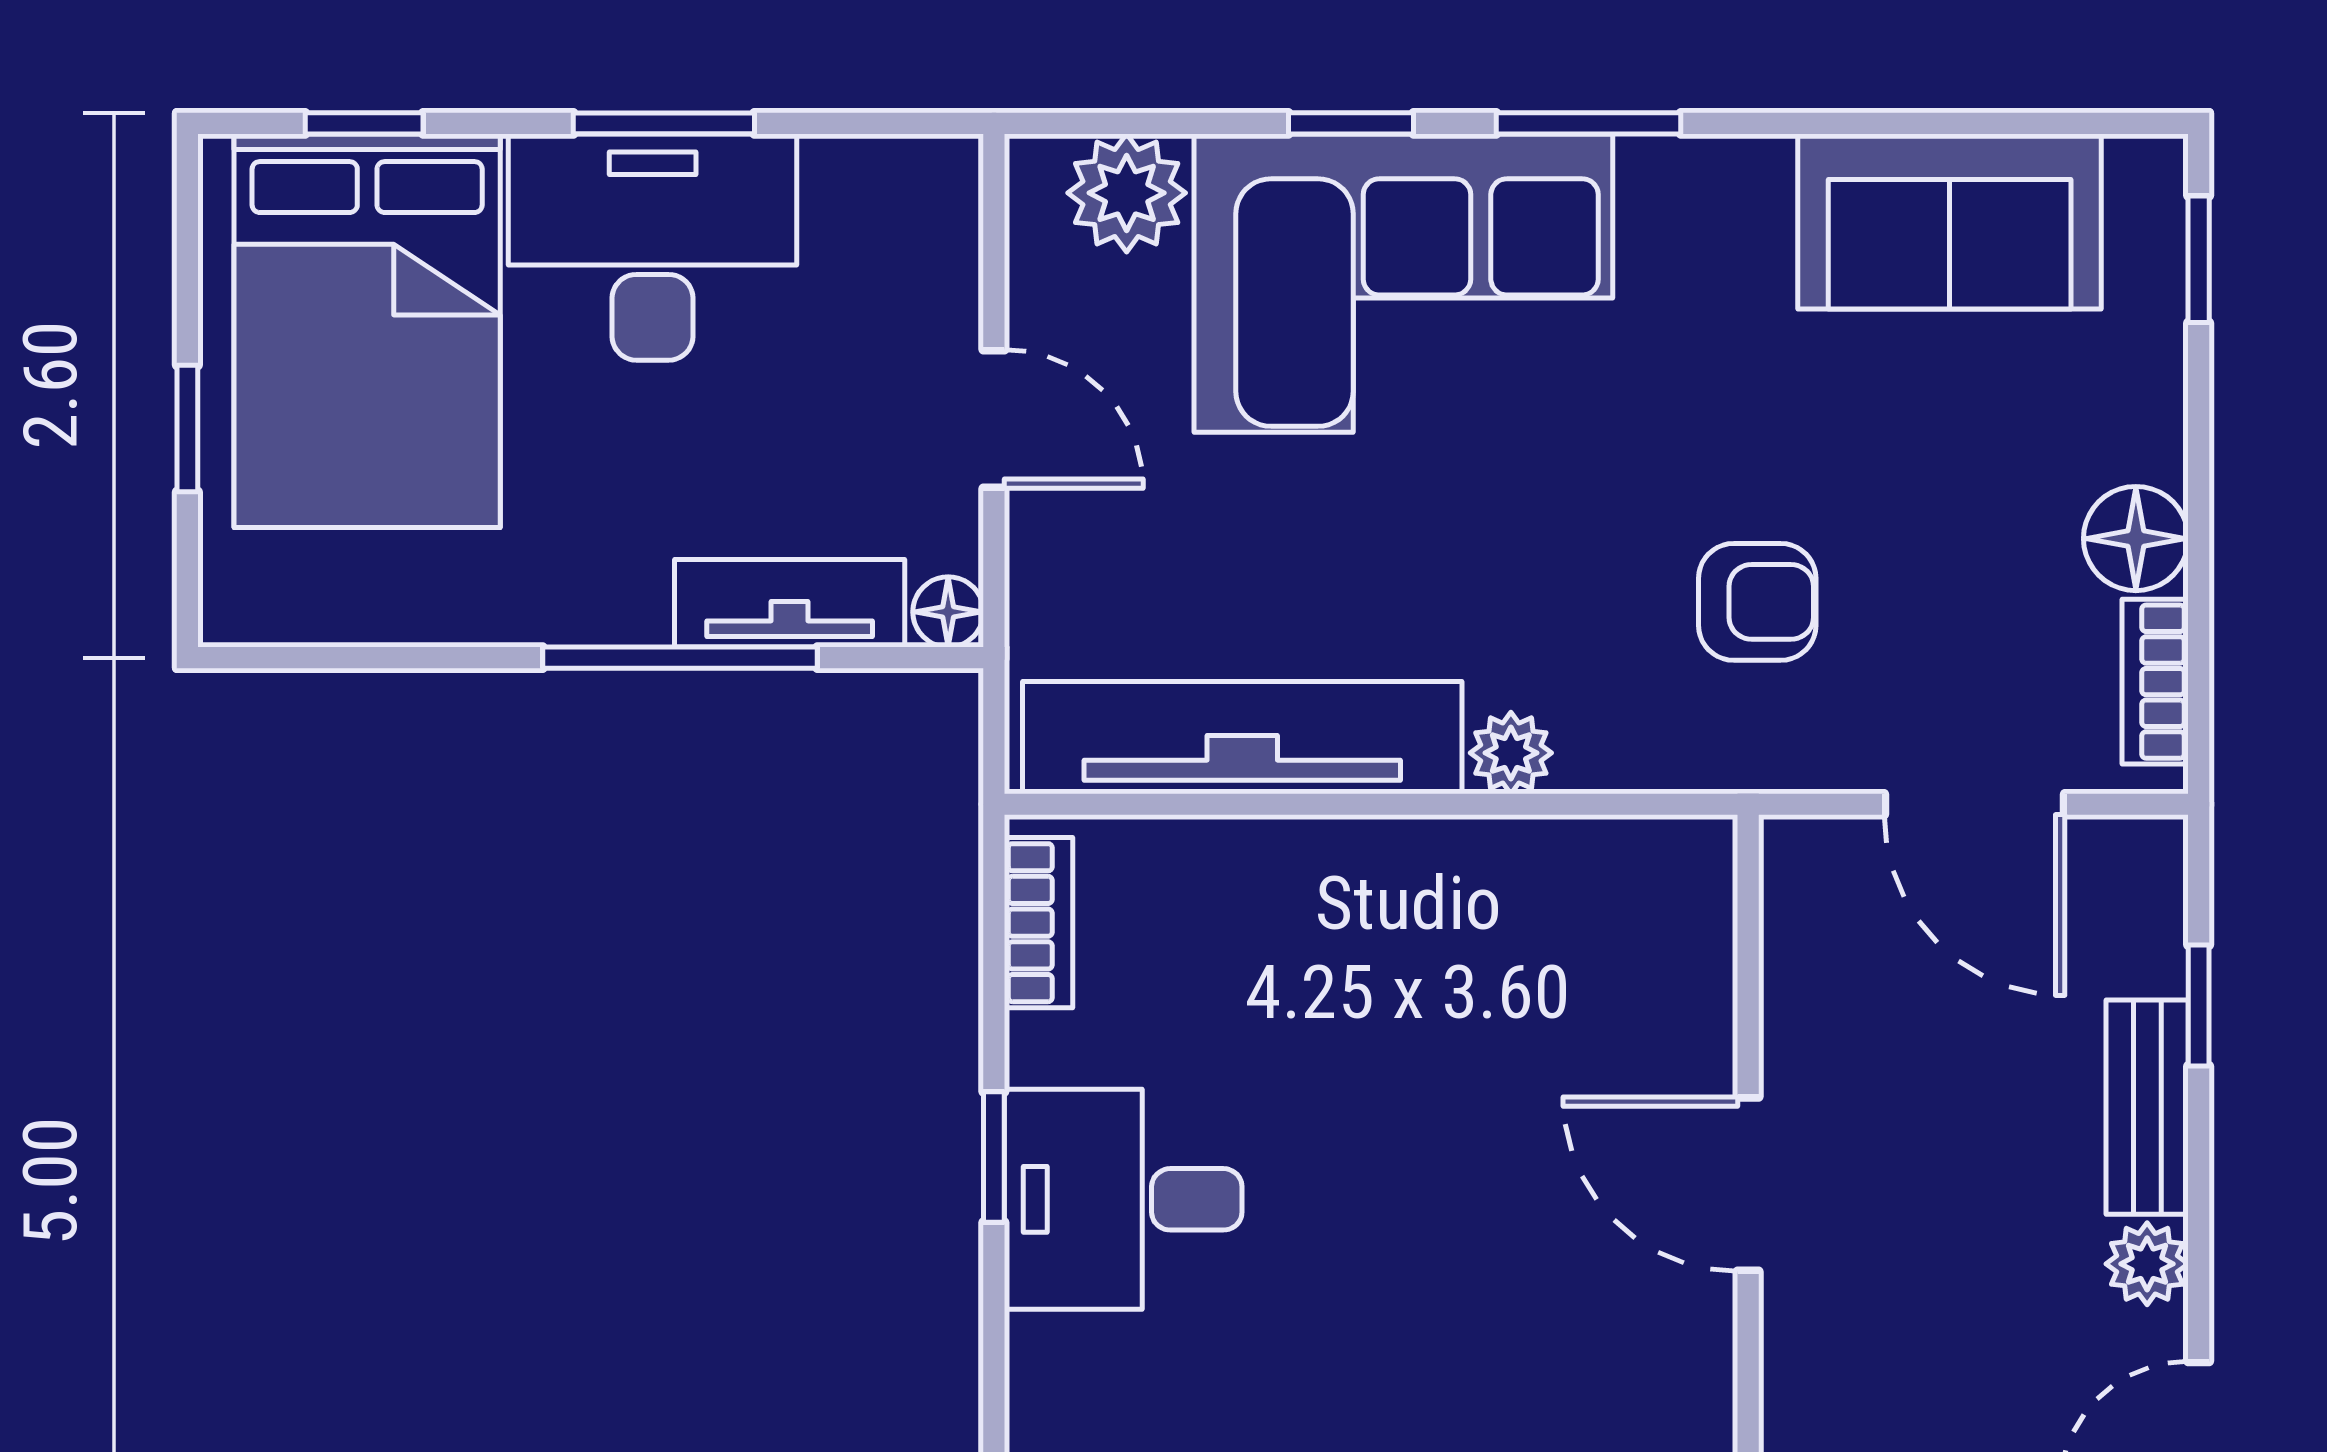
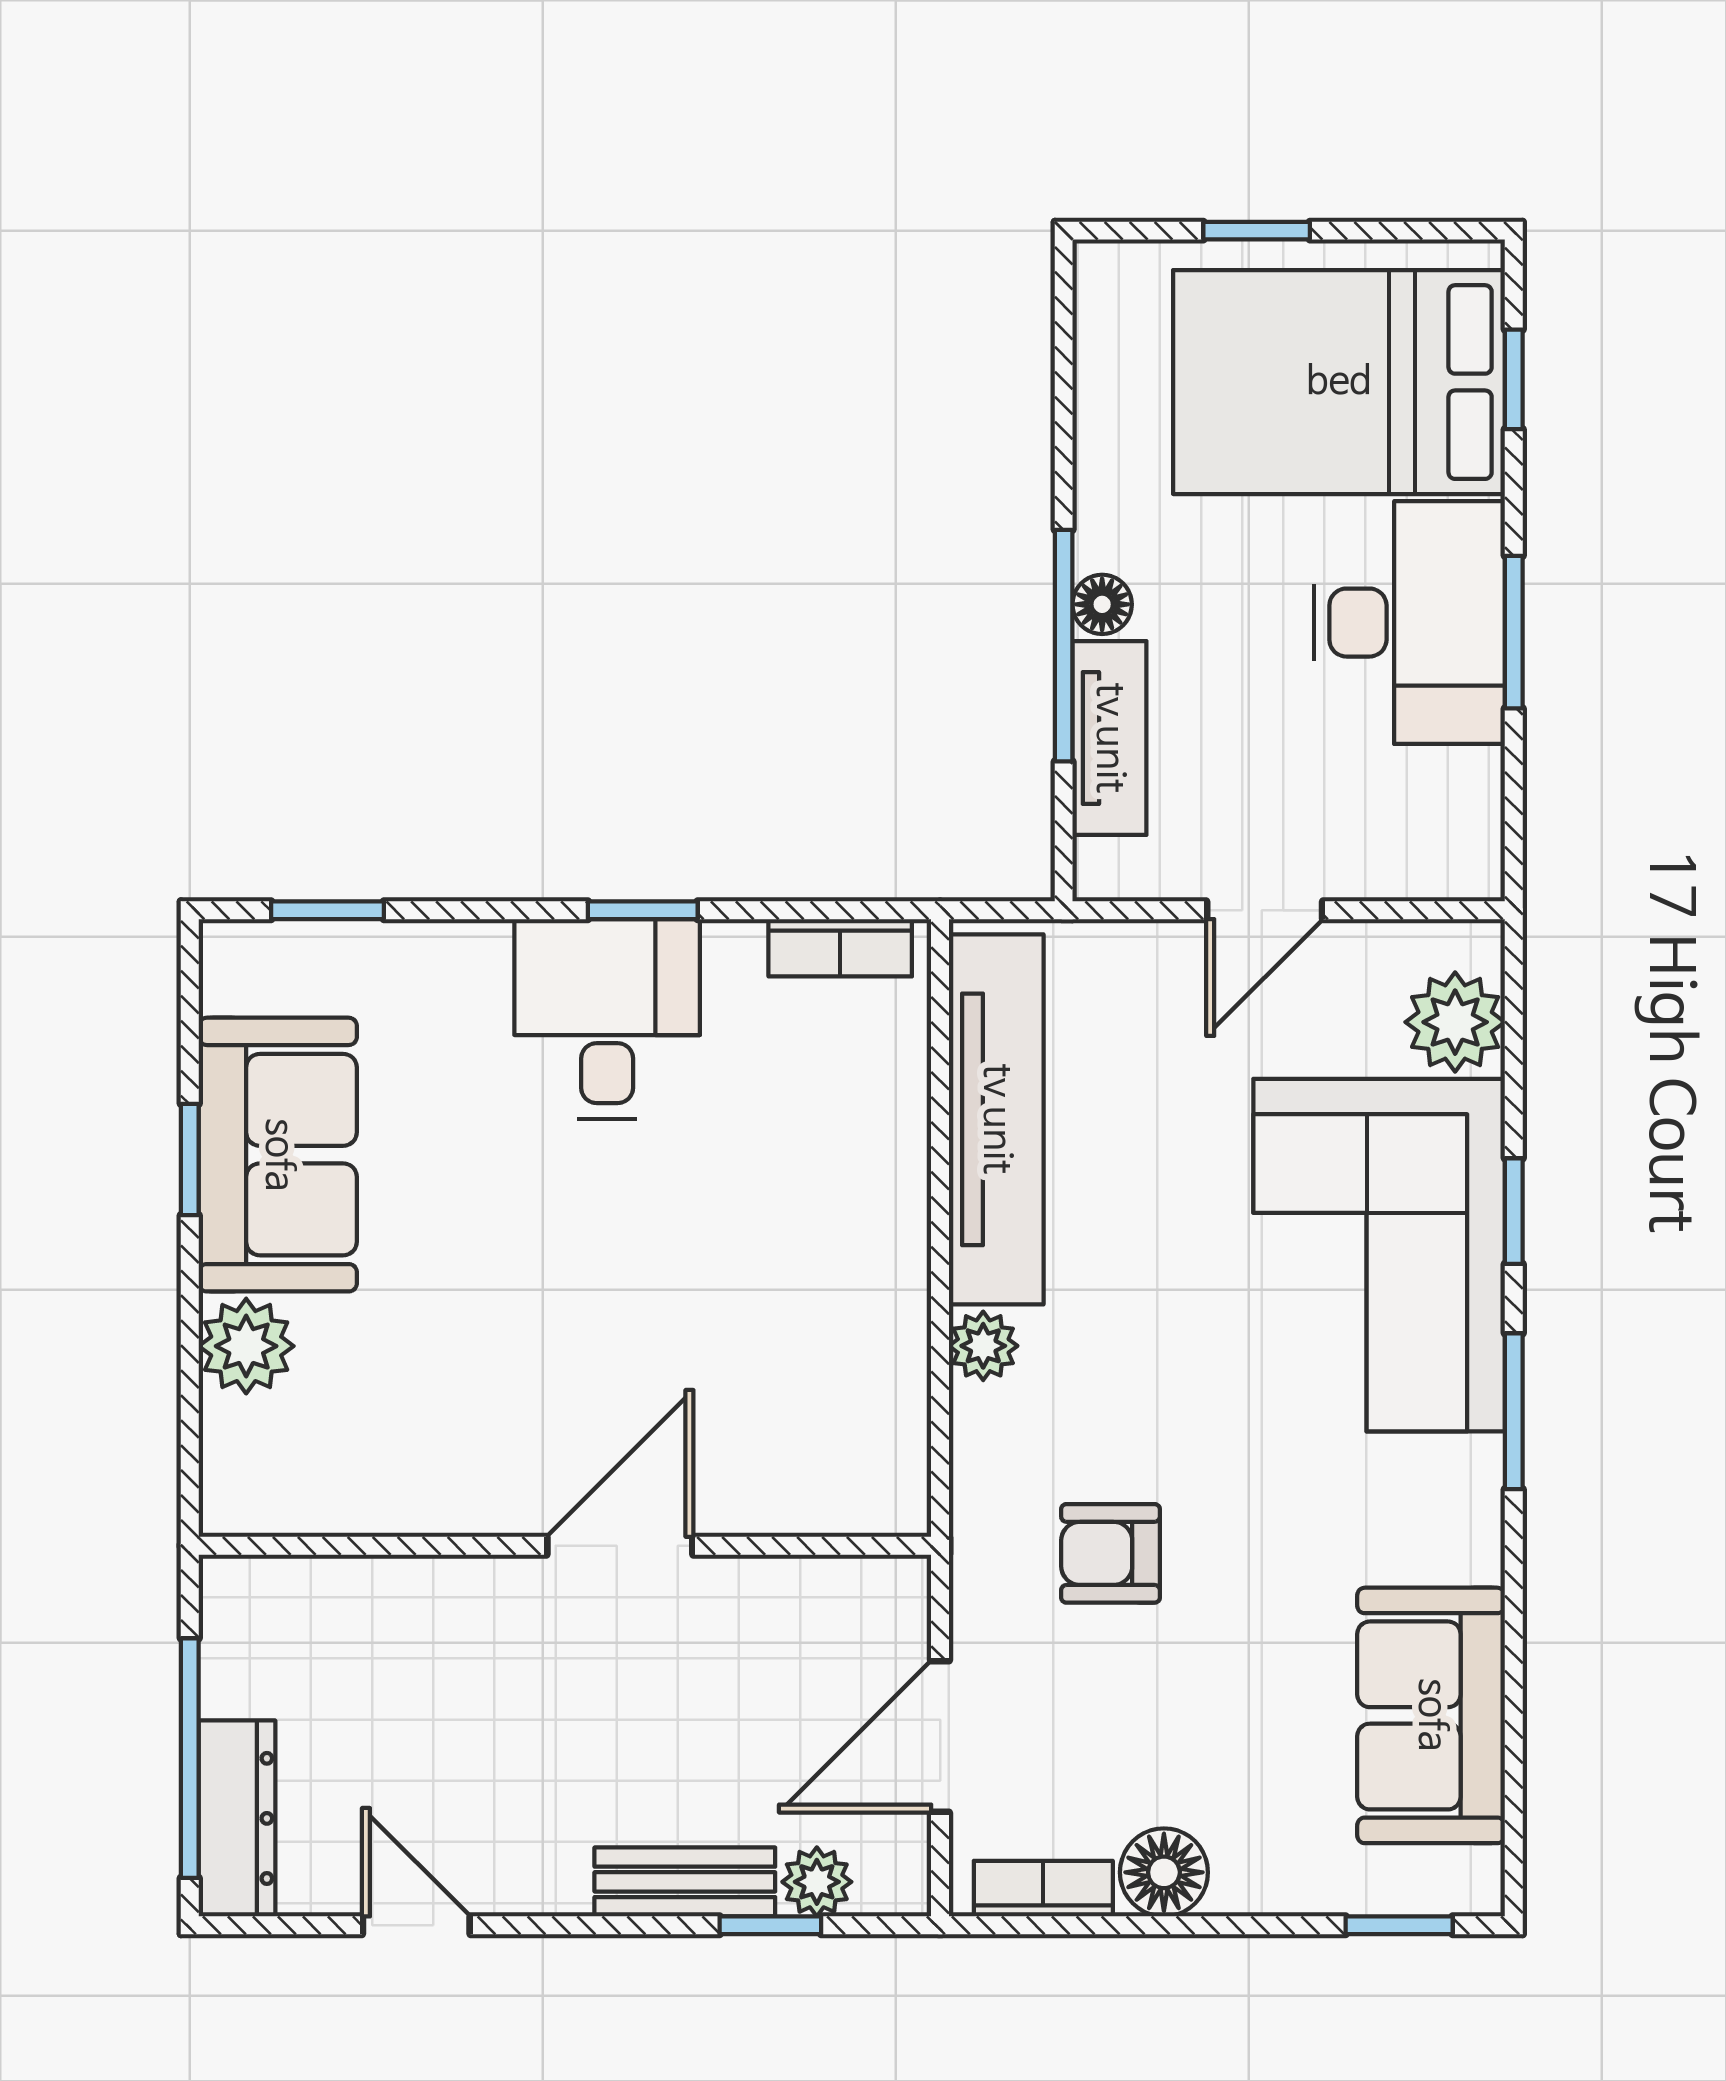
armchair: (1757, 602) -> (1111, 1553), turned 90
floor lamp: (948, 612) -> (1102, 604), moved
plant: (2147, 1264) -> (817, 1882), moved

